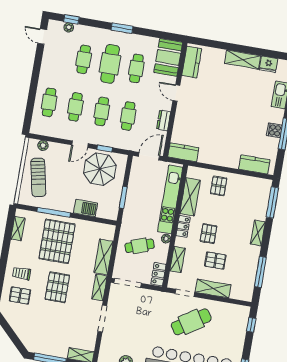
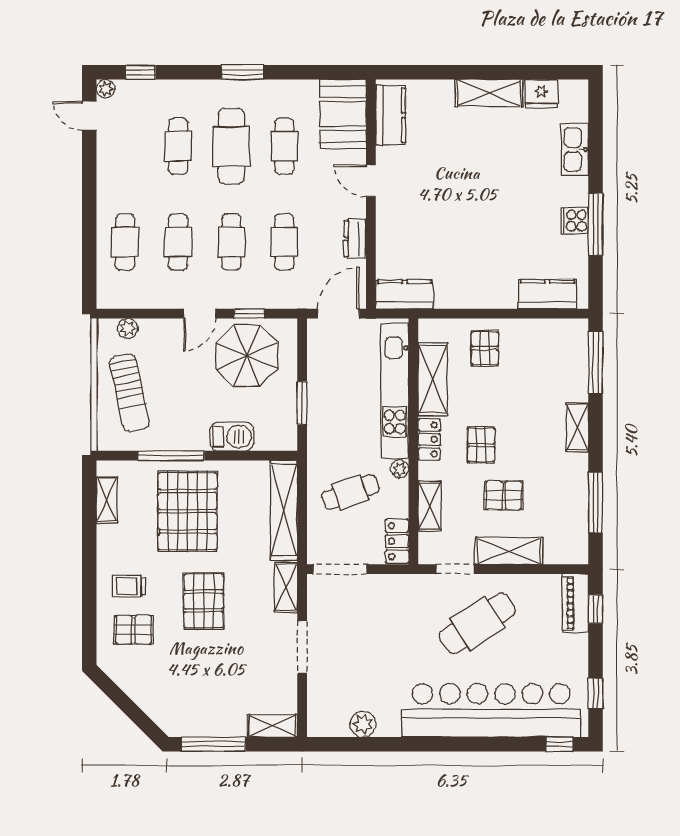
plant: (69, 27) -> (106, 89), moved
shelving: (104, 257) -> (284, 510), width x1.47
piano: (242, 320) -> (575, 603), added

